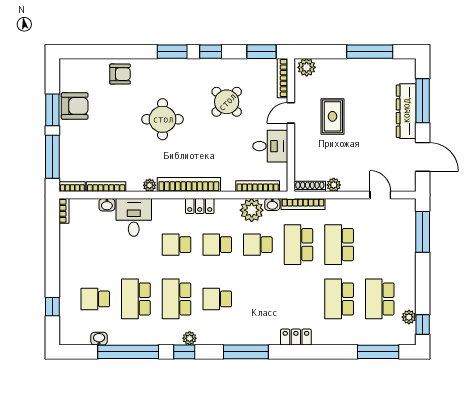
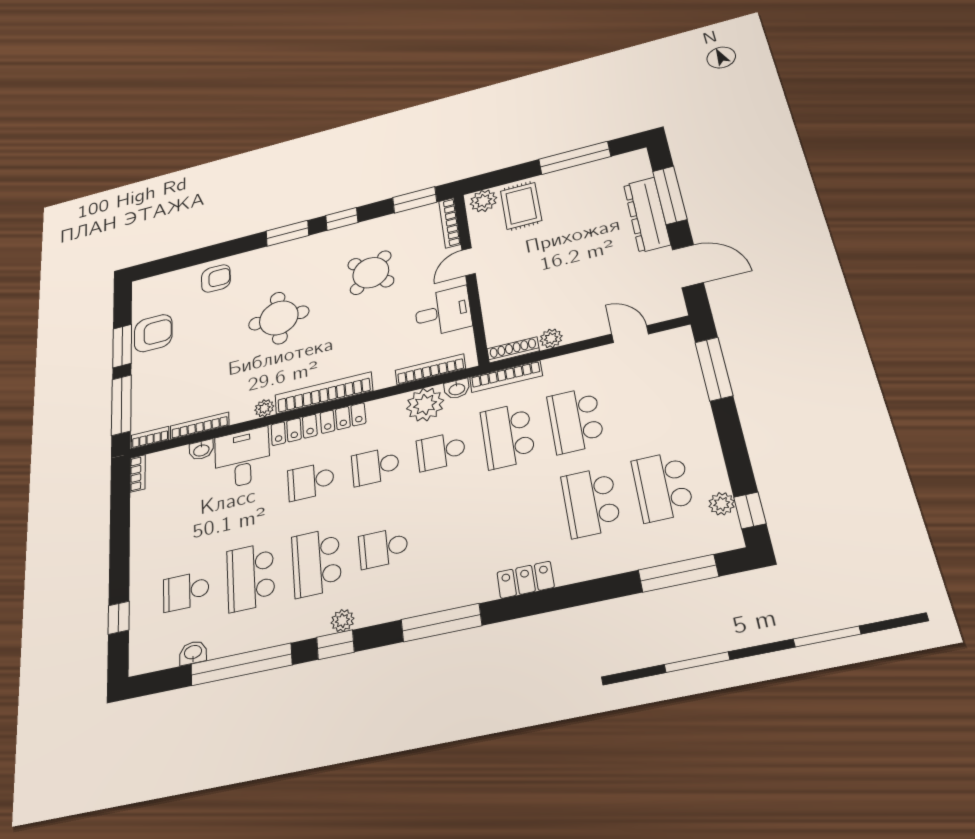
rug: (332, 116) -> (521, 206), moved
locker: (168, 206) -> (294, 430), added

